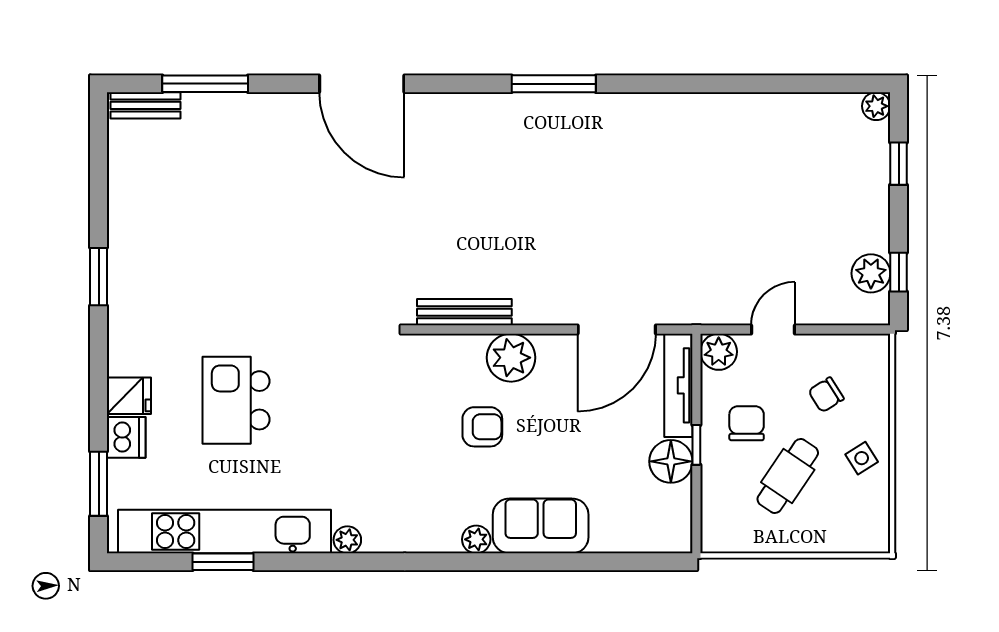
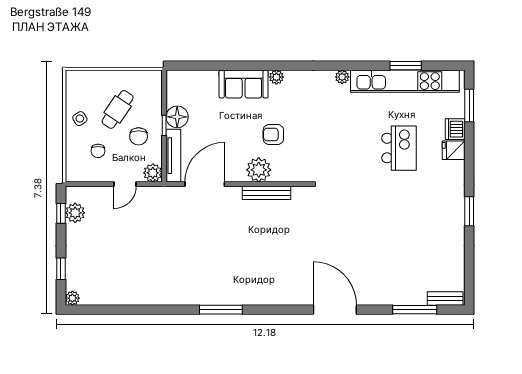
window: (554, 84) -> (221, 310), moved
bench: (464, 312) -> (266, 193), moved
chair: (826, 395) -> (98, 151), turned 122

